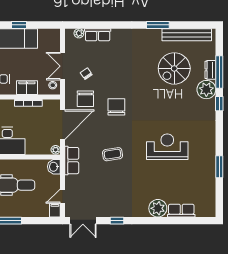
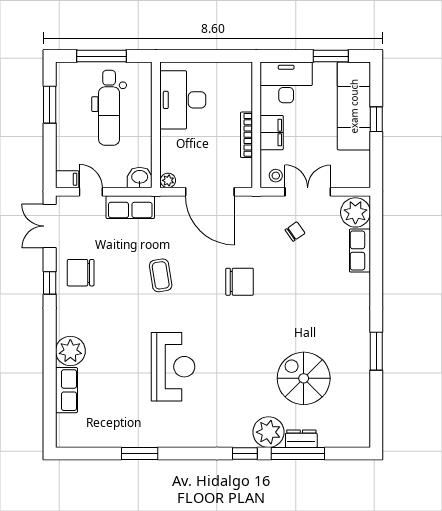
plant: (79, 33) -> (355, 212), width x1.87, depth x1.87
bench: (187, 35) -> (360, 399), removed
chair: (85, 99) -> (81, 273), moved
row of seats: (72, 161) -> (130, 207), moved

